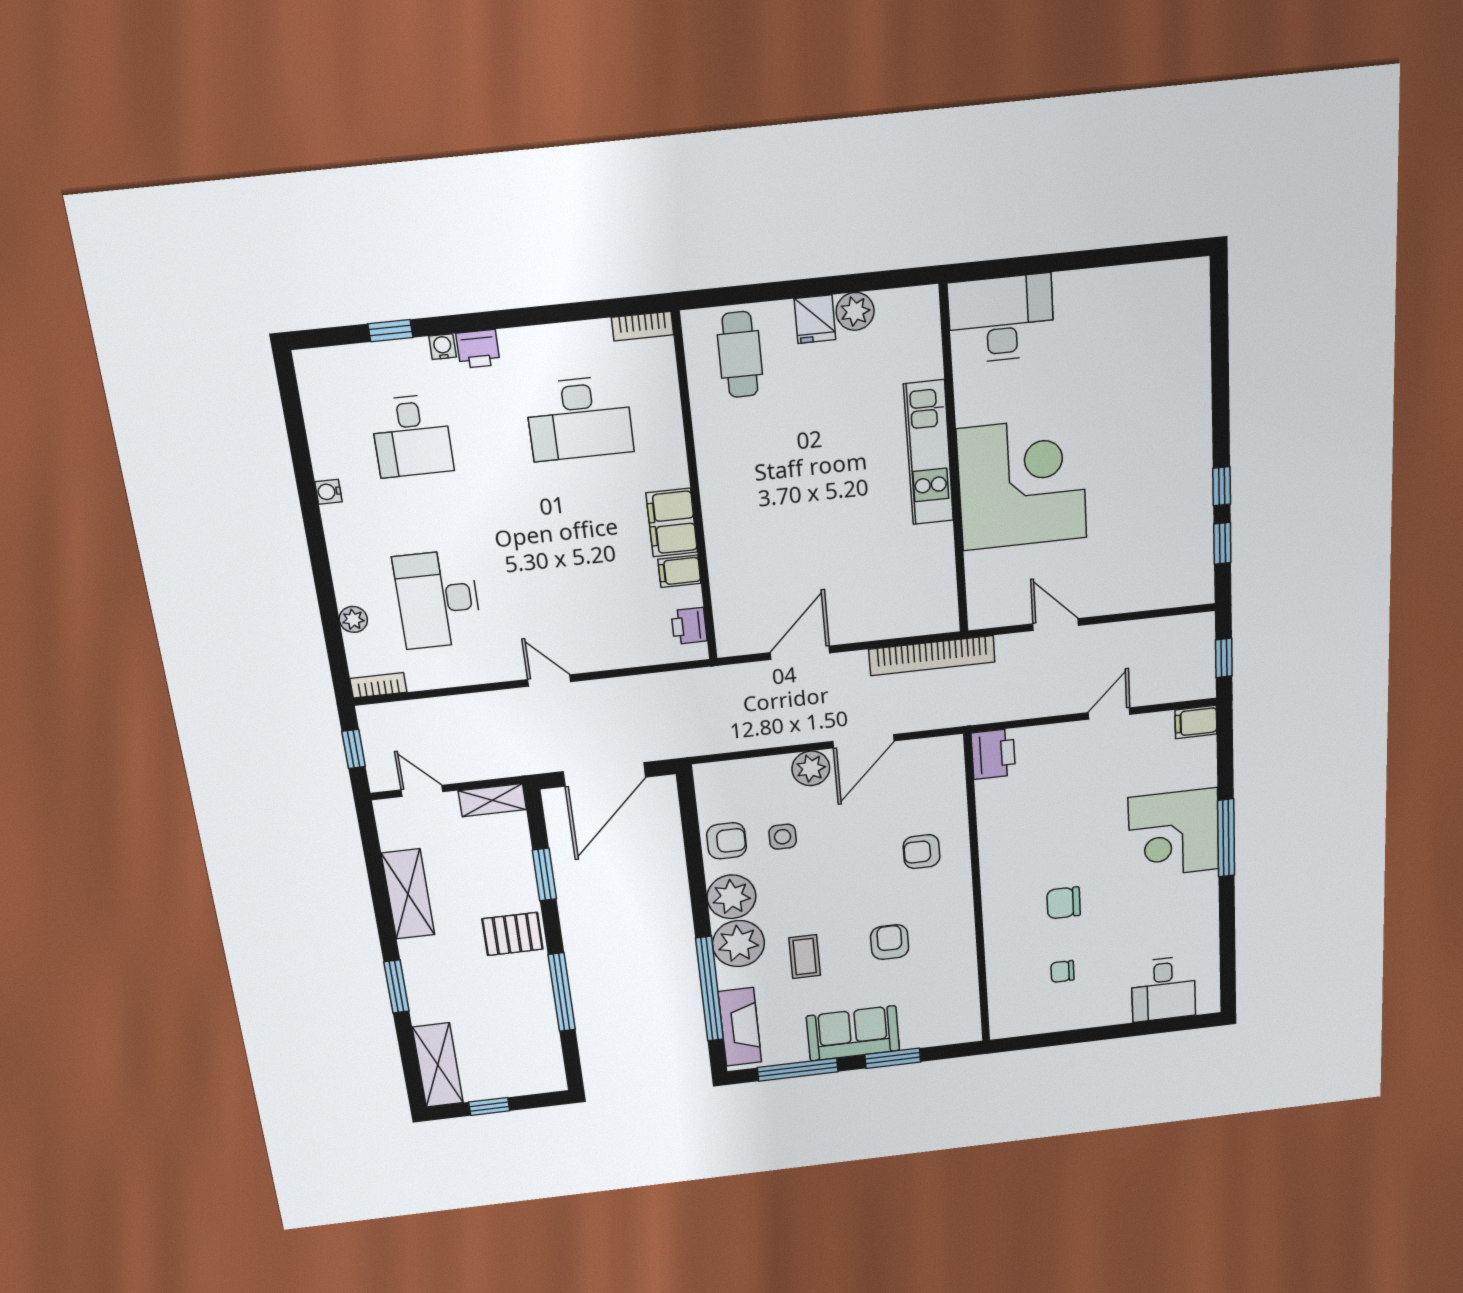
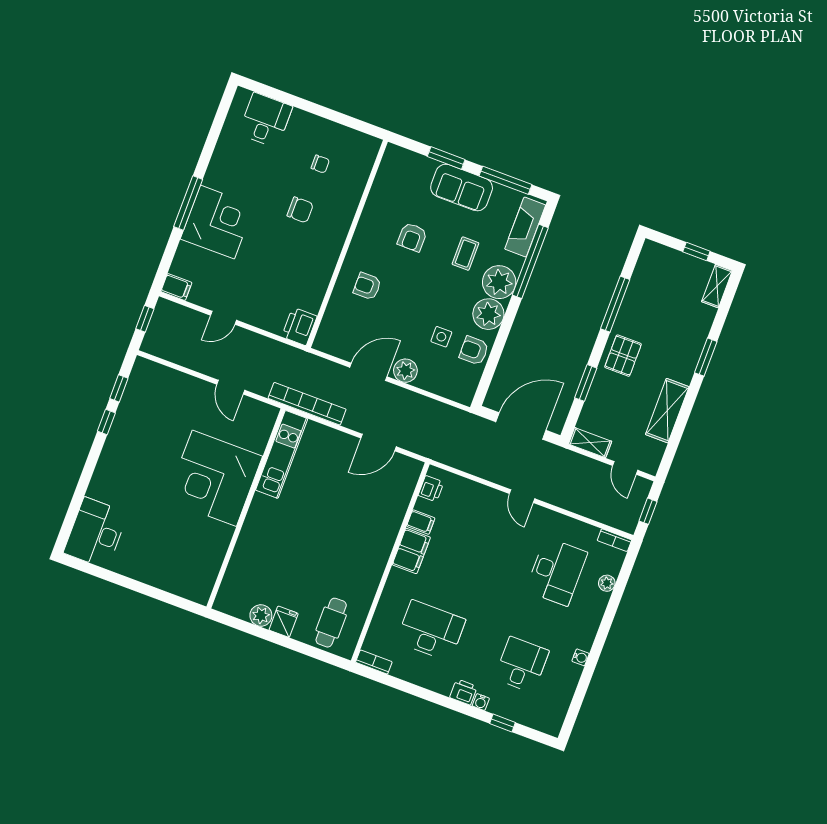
desk: (1001, 319) -> (96, 533), moved, turned 90
kitchen unit: (929, 453) -> (282, 454), moved
armchair: (922, 852) -> (367, 286), turned 180
pallet: (513, 934) -> (623, 356), turned 90
shelving: (438, 1065) -> (717, 286), width x0.67, depth x0.75

